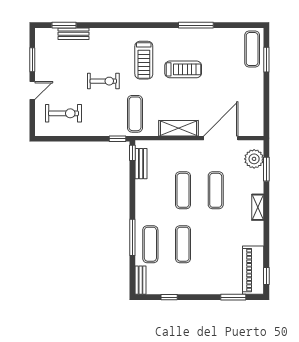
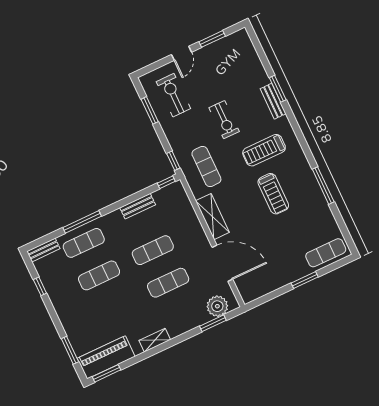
window: (64, 25) -> (278, 89), moved
bench: (73, 34) -> (273, 101), moved
window: (266, 60) -> (305, 280), moved
door: (32, 91) -> (181, 53), hinge flipped
exercise bike: (63, 113) -> (173, 95), turned 180
exercise mat: (135, 114) -> (206, 166), turned 90
window: (67, 139) -> (150, 110), added
bench: (141, 164) -> (138, 206), moved
shelving: (258, 207) -> (155, 340), moved
window: (266, 276) -> (106, 373), width x1.50

